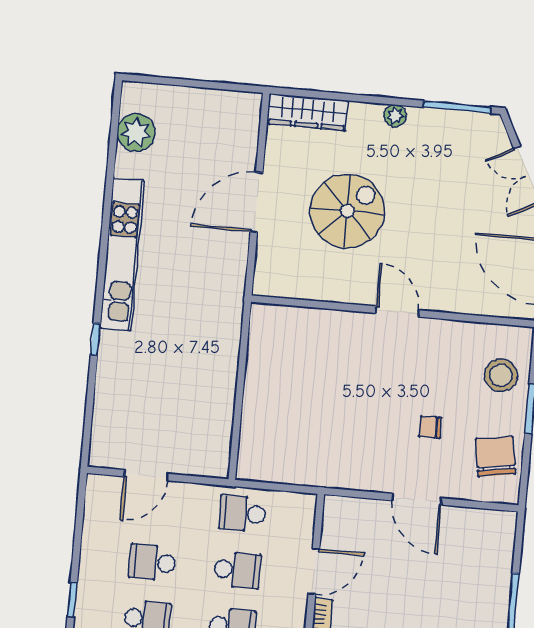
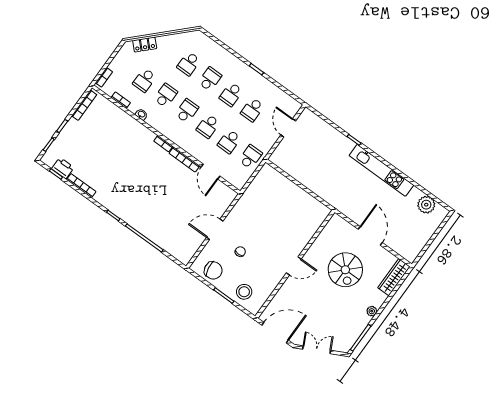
school desk: (152, 562) -> (252, 110), turned 180

